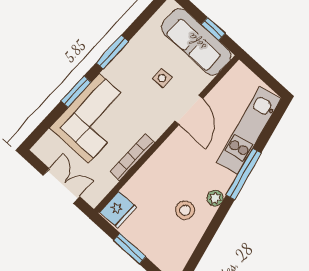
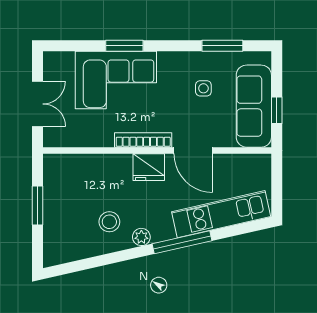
window: (112, 52) -> (222, 46), moved
side table: (162, 78) -> (203, 88), moved
door: (189, 110) -> (193, 150), hinge flipped
bookcase: (132, 157) -> (143, 140), moved
fridge: (118, 210) -> (149, 167), moved

